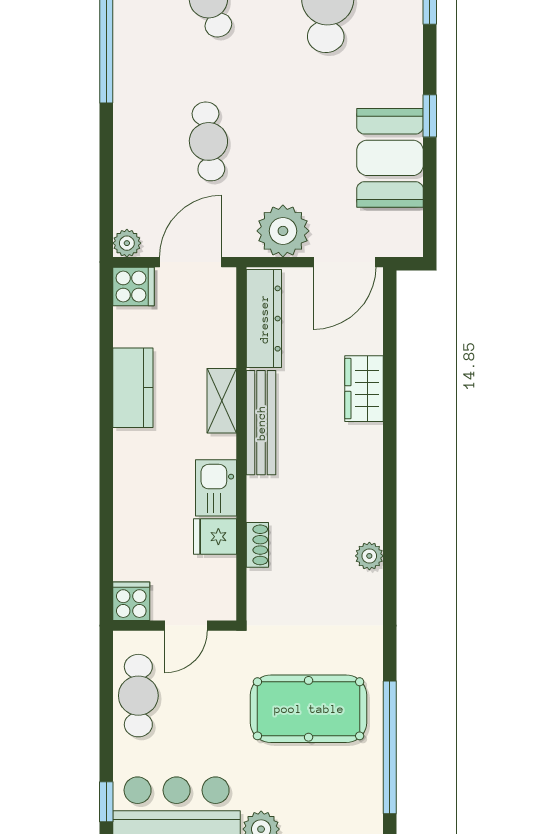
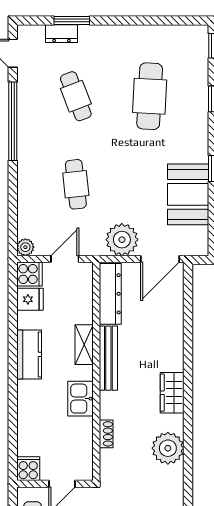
door: (191, 262) -> (65, 259), width x0.73
kitchen counter: (133, 388) -> (29, 354), moved
wardrobe: (364, 389) -> (172, 393), moved
fridge: (215, 537) -> (30, 299), moved, turned 180
plant: (369, 556) -> (168, 448), width x1.87, depth x1.87

